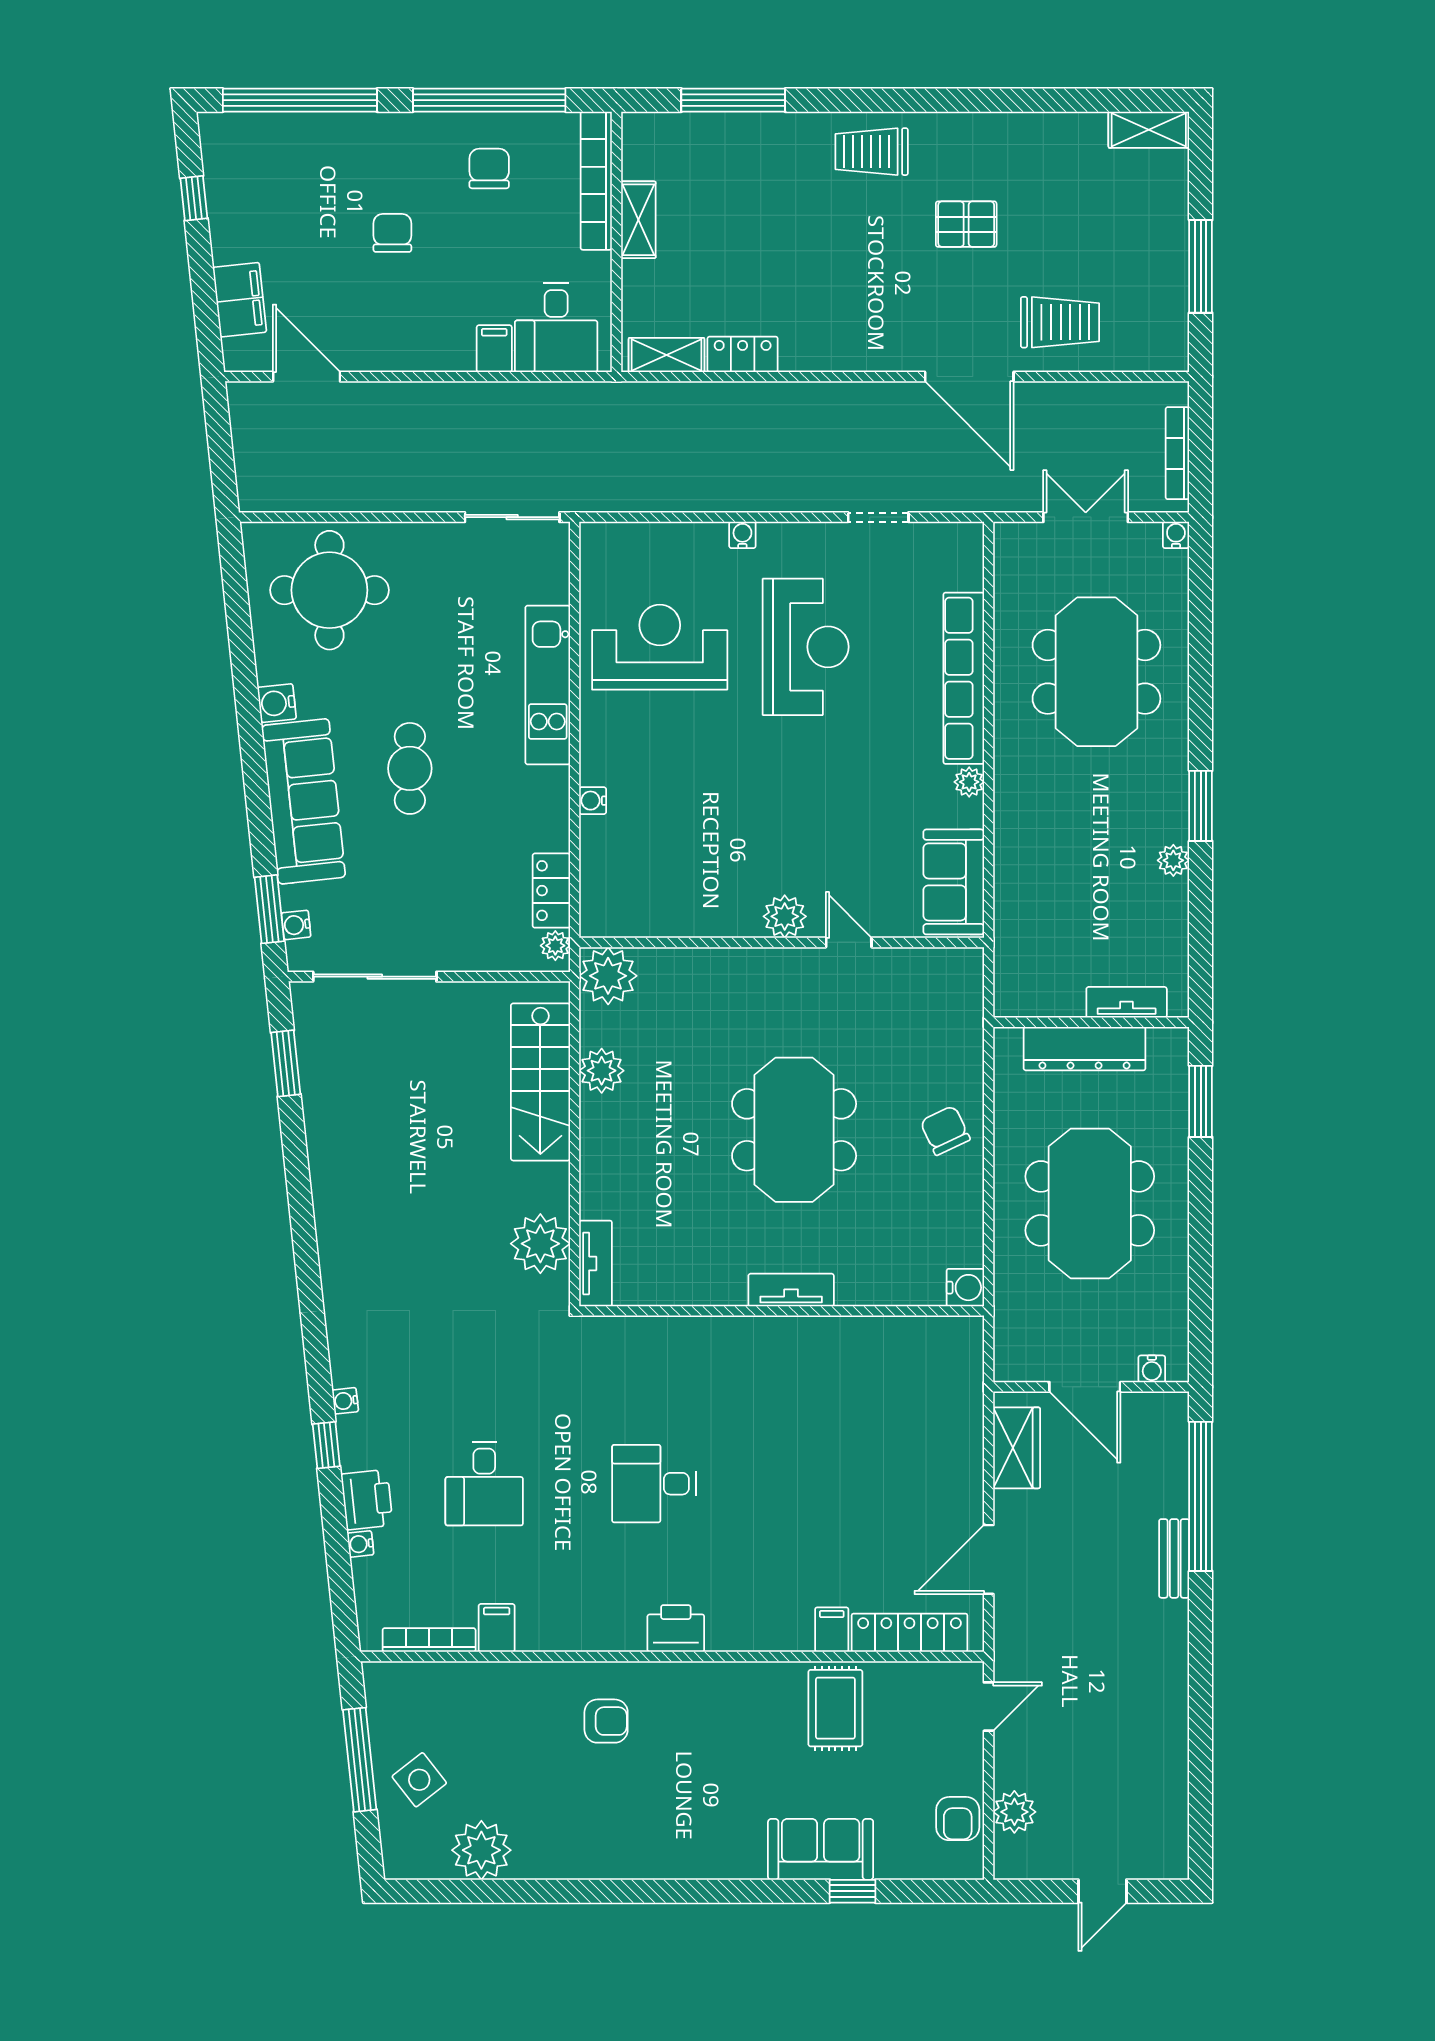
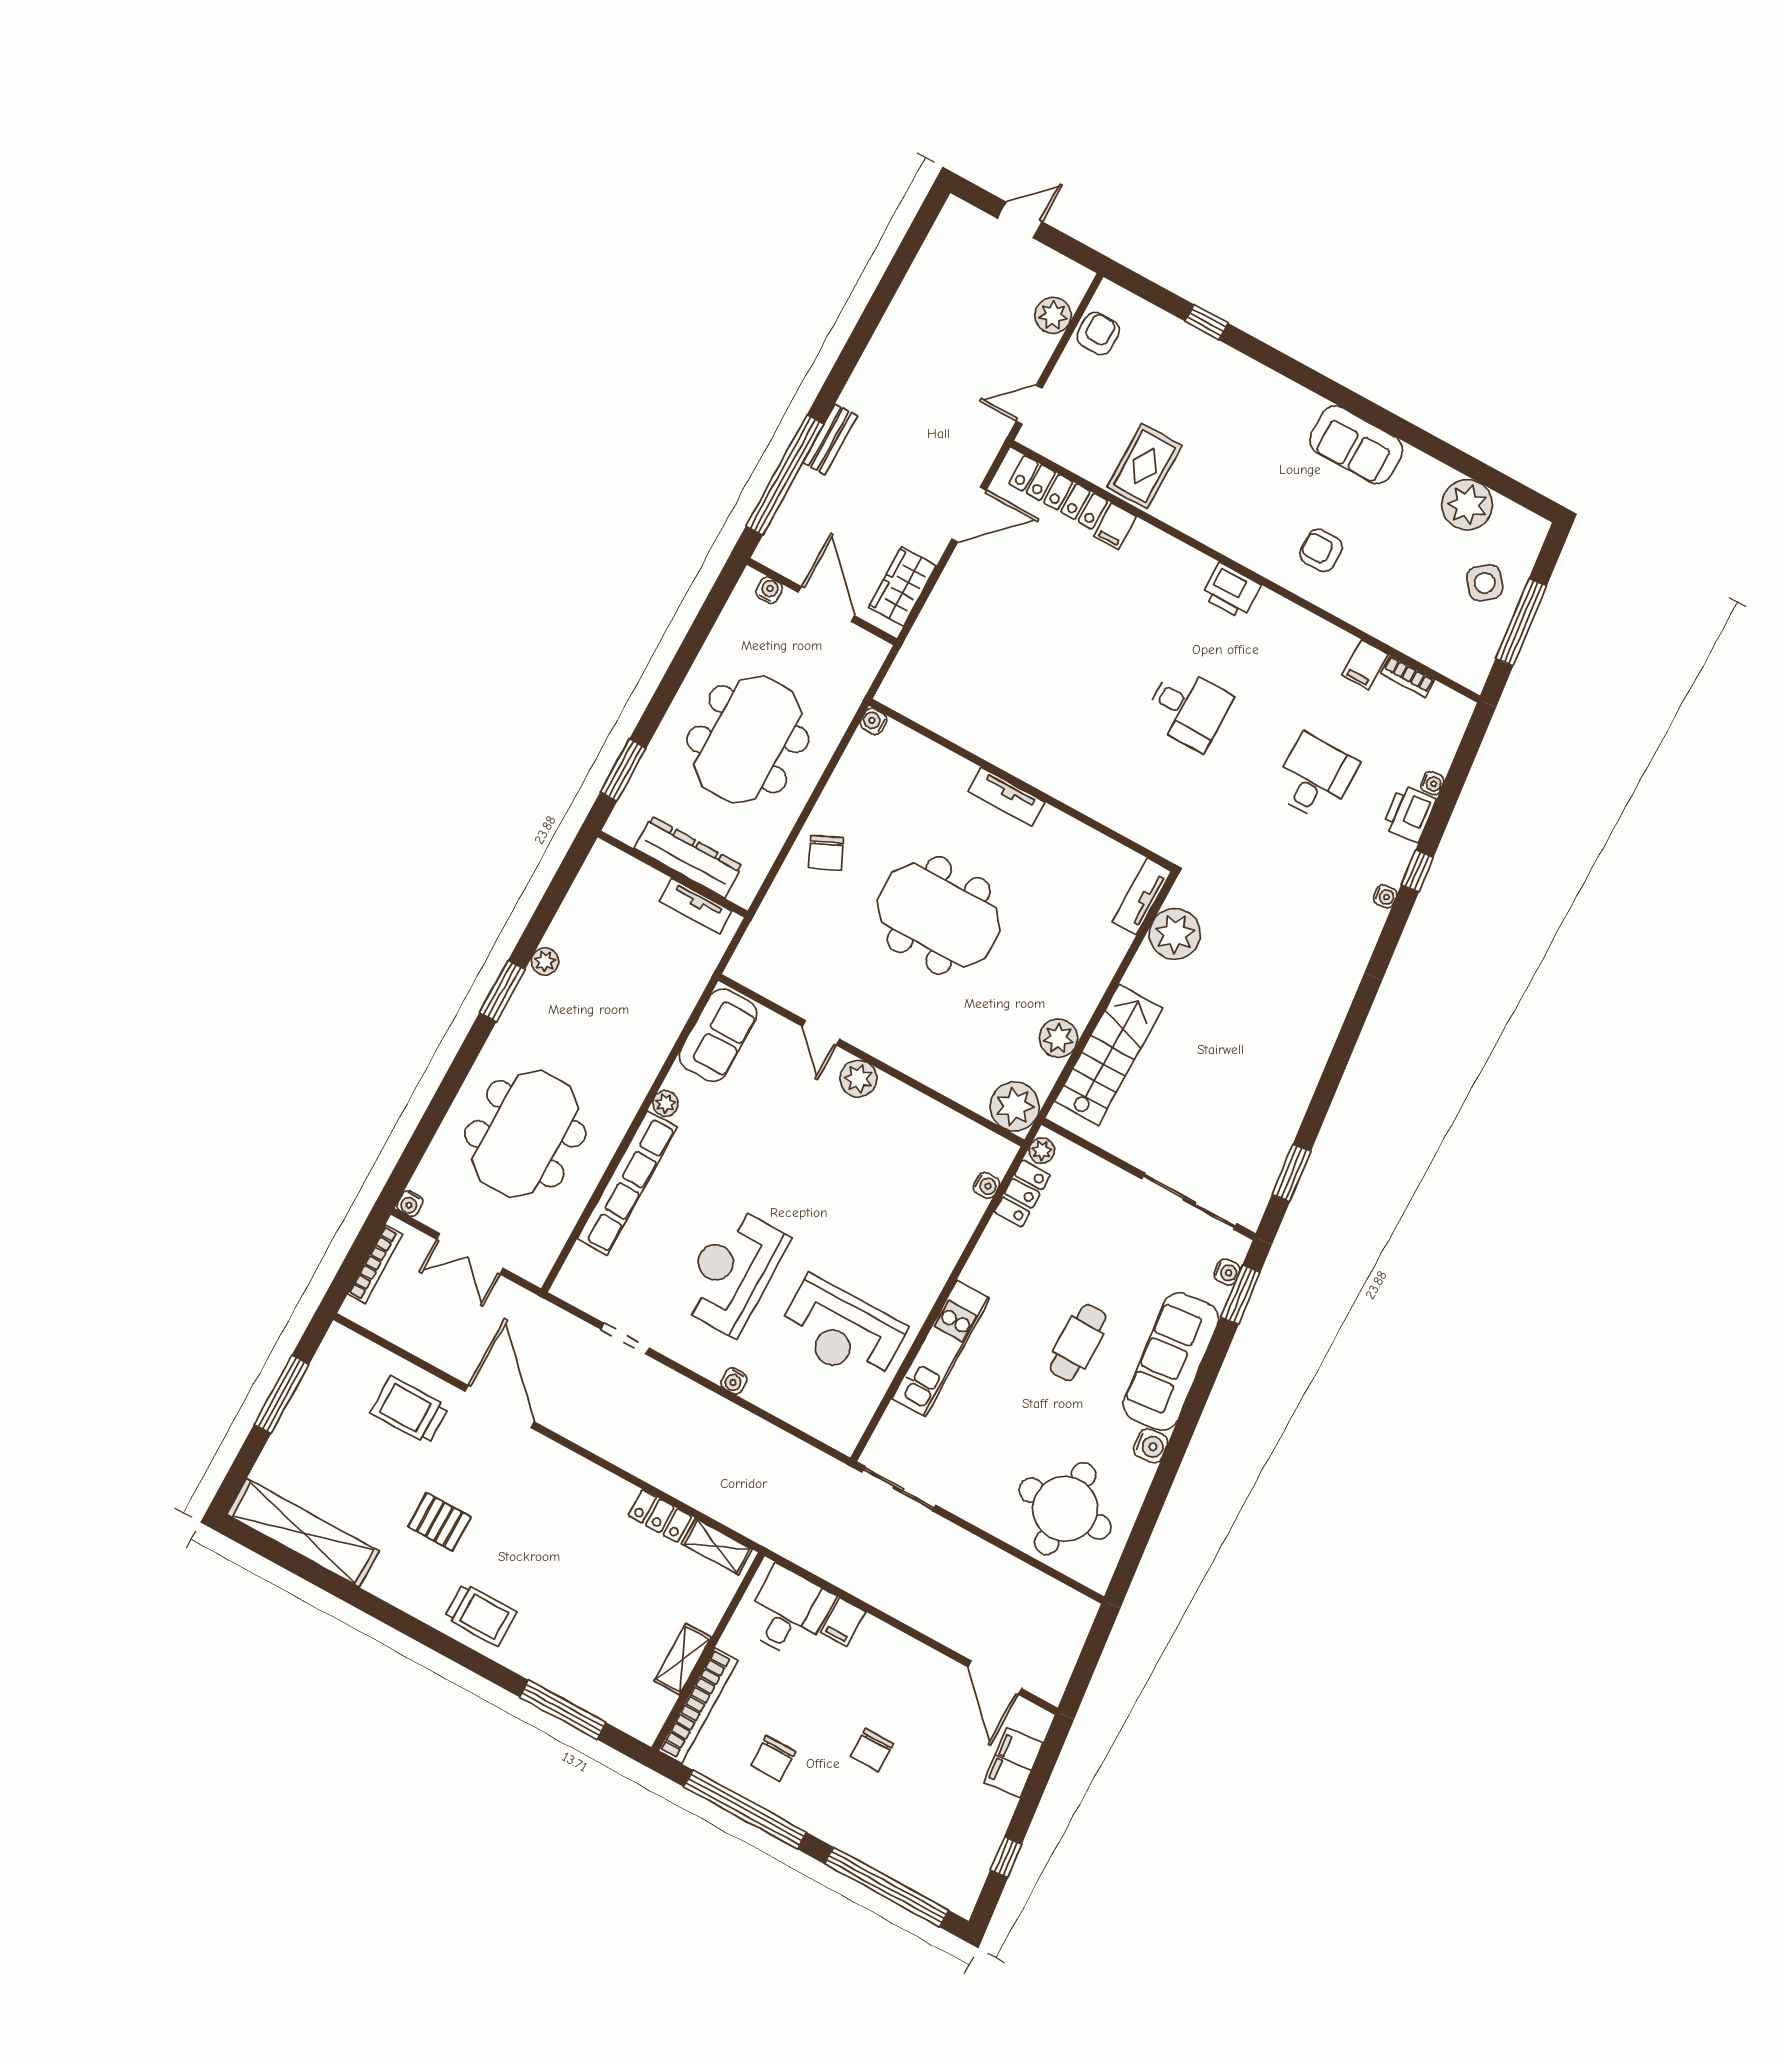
shelving: (1149, 130) -> (303, 1533), width x2.20, depth x1.33
water cooler: (593, 801) -> (986, 1185), moved
tv unit: (1127, 1002) -> (696, 906), moved
meeting table: (794, 1130) -> (939, 915), turned 90
water cooler: (965, 1288) -> (873, 721), width x0.72, depth x0.72
bookcase: (429, 1640) -> (1408, 676), width x0.64
sofa: (821, 1849) -> (1356, 445), moved

